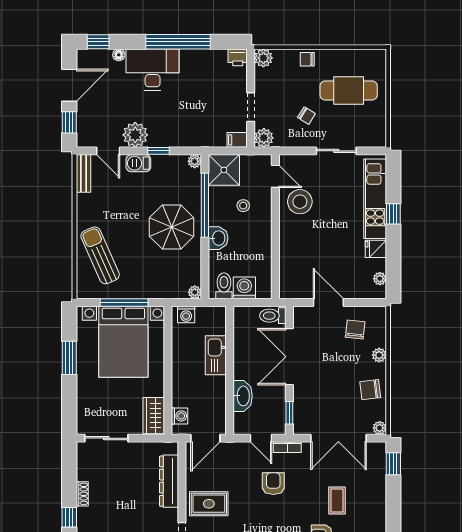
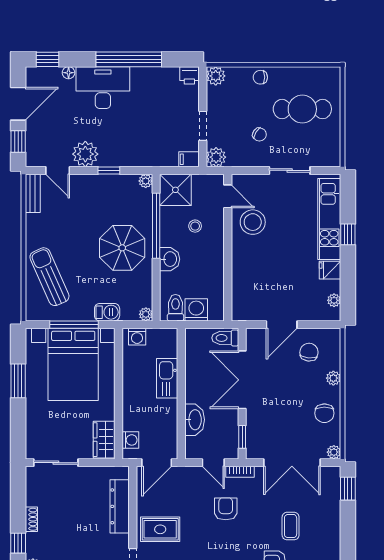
barbecue: (138, 163) -> (107, 312), moved, turned 180
door: (328, 302) -> (282, 325), swing flipped
chair: (370, 390) -> (324, 413), turned -83

